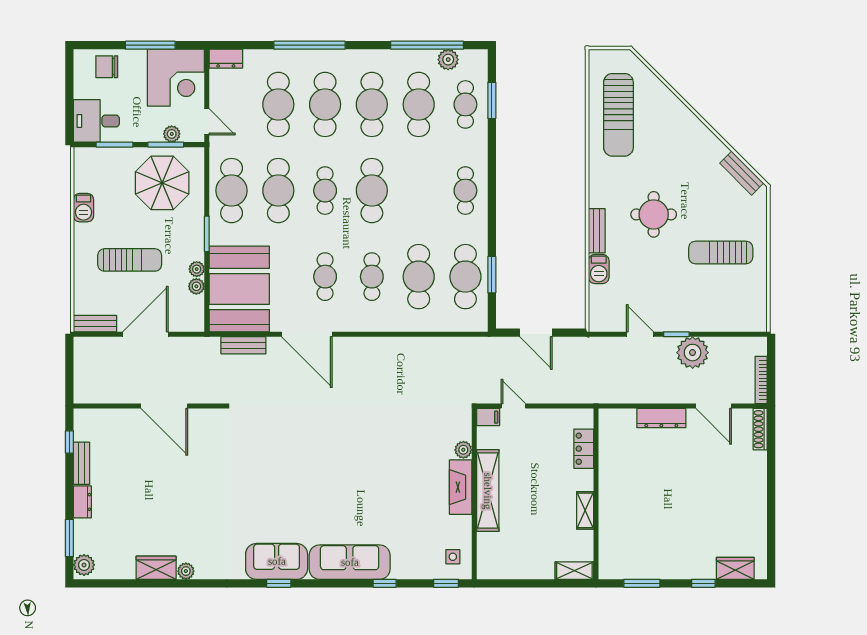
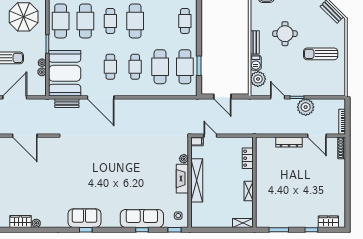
plant: (603, 300) -> (258, 79), added
sofa: (350, 562) -> (142, 218), moved

